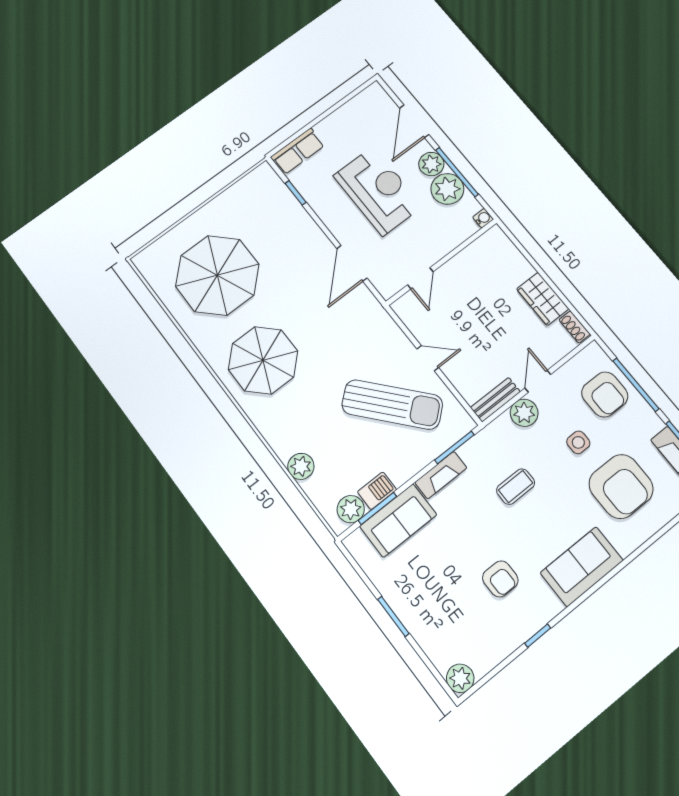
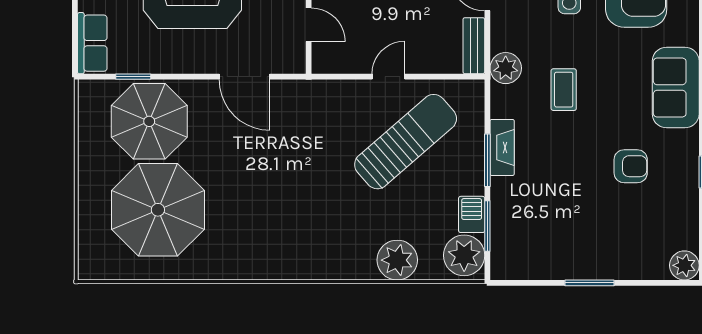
parasol: (263, 360) -> (149, 121), moved
plant: (524, 413) -> (506, 68), moved
window: (454, 447) -> (487, 160), moved
plant: (301, 466) -> (397, 260), width x1.36, depth x1.36
plant: (351, 509) -> (464, 255), width x1.36, depth x1.36
sofa: (398, 520) -> (512, 216), removed

